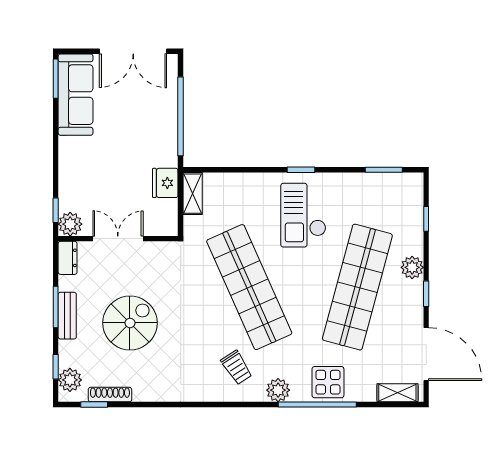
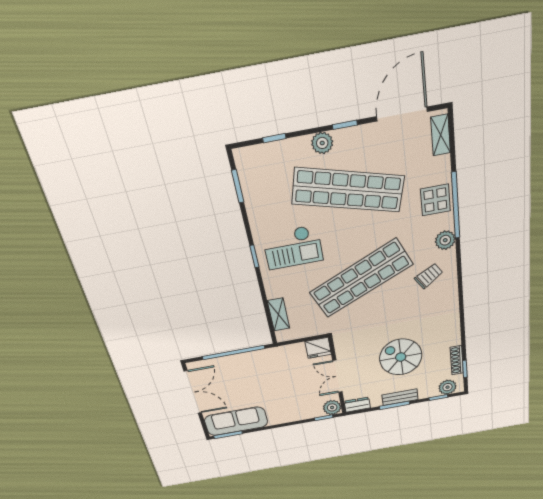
fridge: (165, 183) -> (318, 348), moved
shelving: (193, 194) -> (278, 314), moved, turned 90

